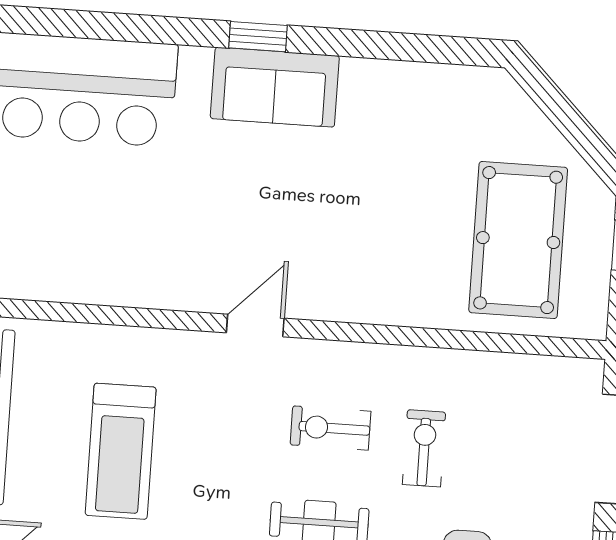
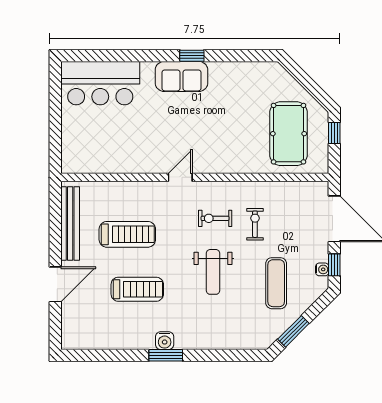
window: (258, 37) -> (192, 56), moved
treadmill: (121, 451) -> (127, 234), turned -90

